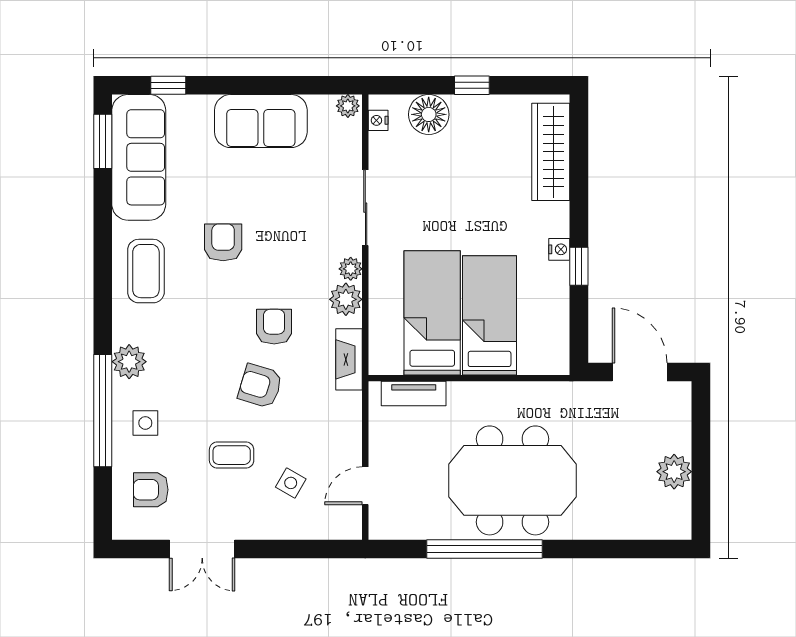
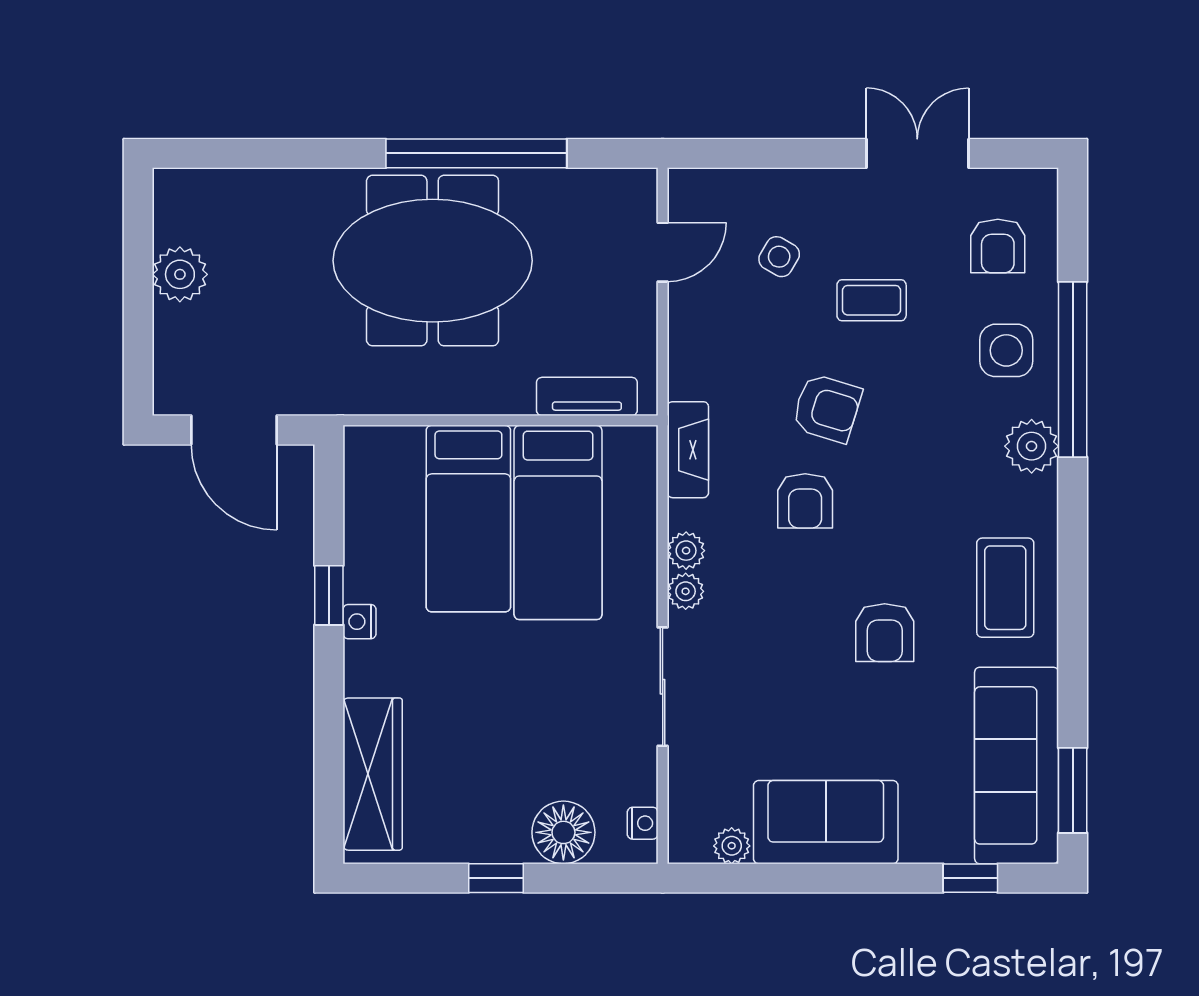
plant: (348, 106) -> (732, 846), moved
plant: (346, 299) -> (686, 551), width x0.73, depth x0.73
side table: (145, 423) -> (1006, 350), width x1.37, depth x1.37
armchair: (151, 490) -> (998, 246), turned 90

